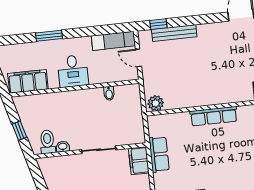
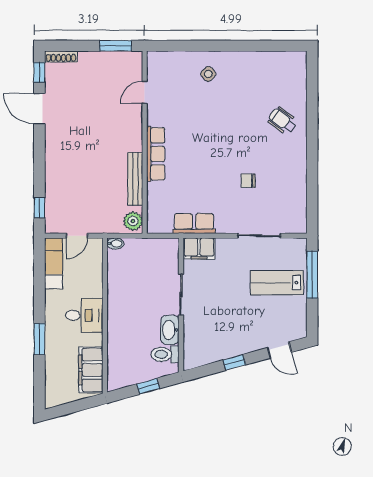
bench: (174, 33) -> (135, 179), moved
bidet: (109, 93) -> (115, 244), moved
washbasin: (63, 147) -> (170, 330), width x1.91, depth x1.45

